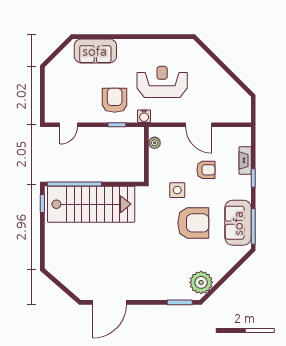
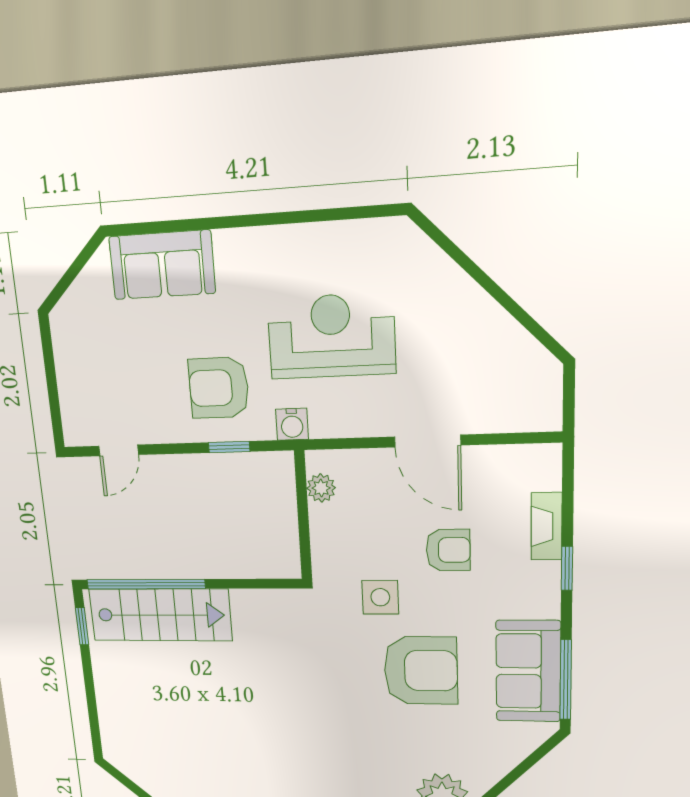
armchair: (115, 100) -> (219, 388), turned -90
stairs: (91, 204) -> (160, 615), width x0.73, depth x0.66

